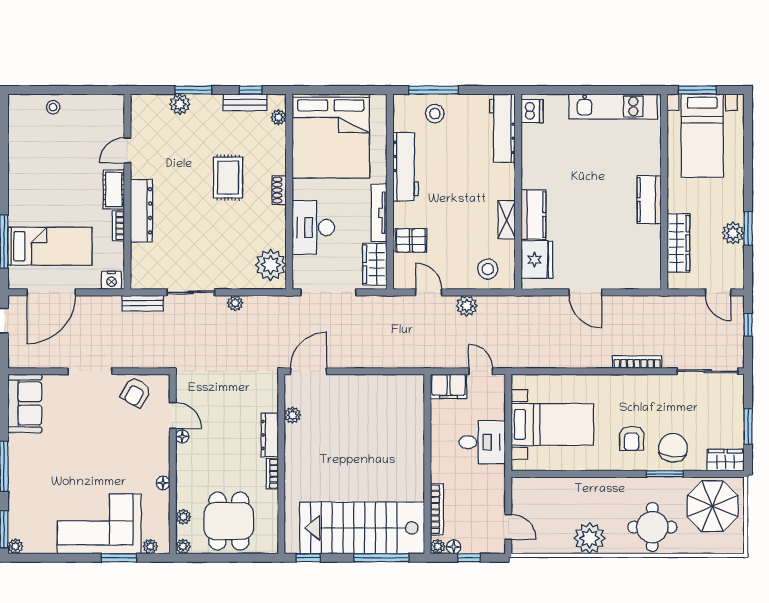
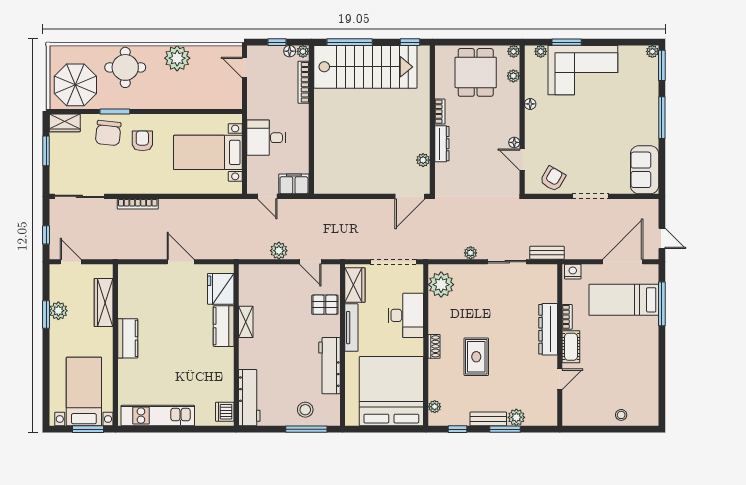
bench: (245, 102) -> (488, 419), moved
stool: (488, 269) -> (261, 281), removed

